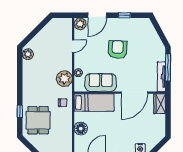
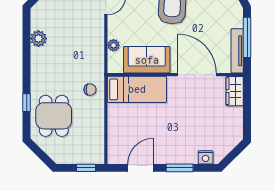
plant: (28, 54) -> (38, 39), moved
plant: (64, 79) -> (93, 54), removed
door: (134, 93) -> (197, 75), swing flipped
floor lamp: (81, 129) -> (117, 128), removed

